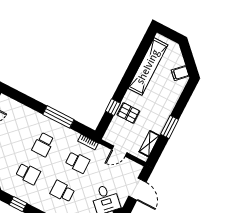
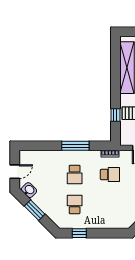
school desk: (28, 174) -> (75, 204), turned -90
school desk: (62, 191) -> (110, 204), removed

